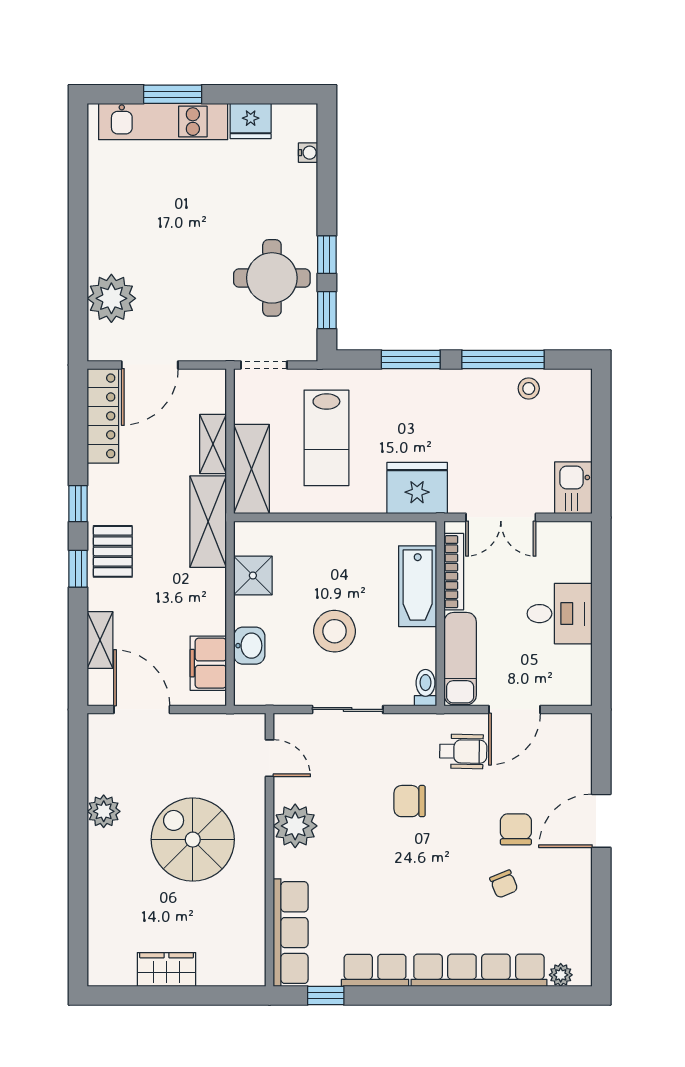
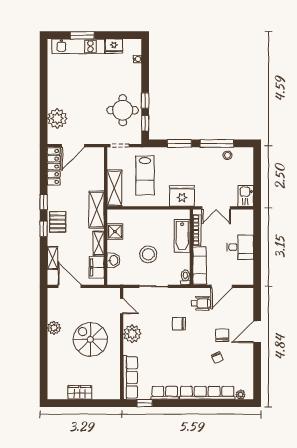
shelving: (213, 444) -> (99, 243), moved

